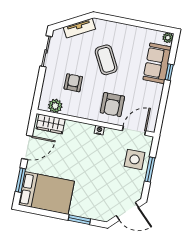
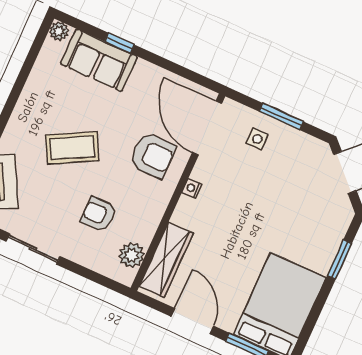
wardrobe: (51, 124) -> (166, 260), width x1.50
door: (134, 131) -> (207, 128), width x1.36
side table: (135, 159) -> (257, 139), width x0.54, depth x0.54

